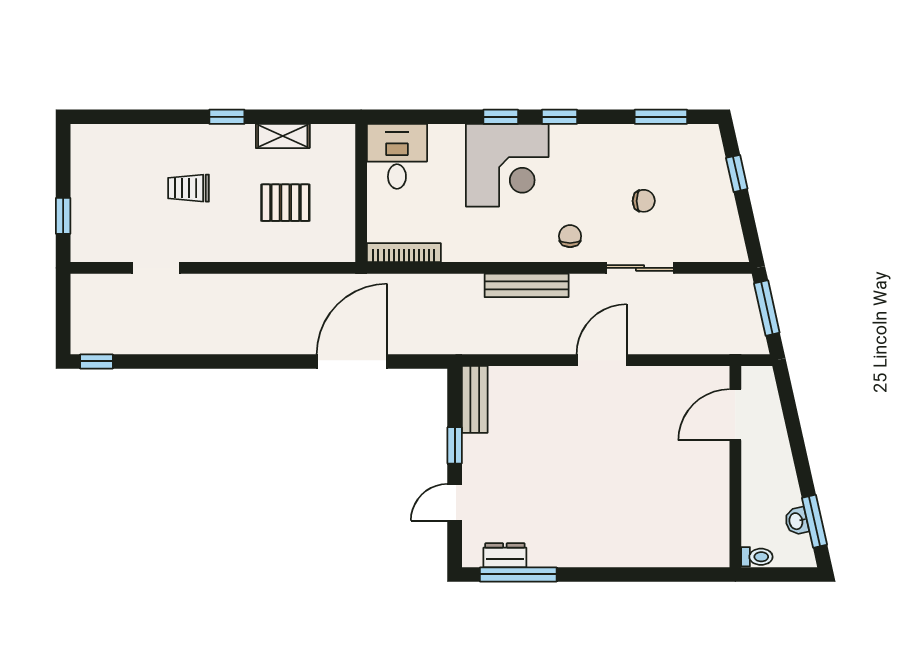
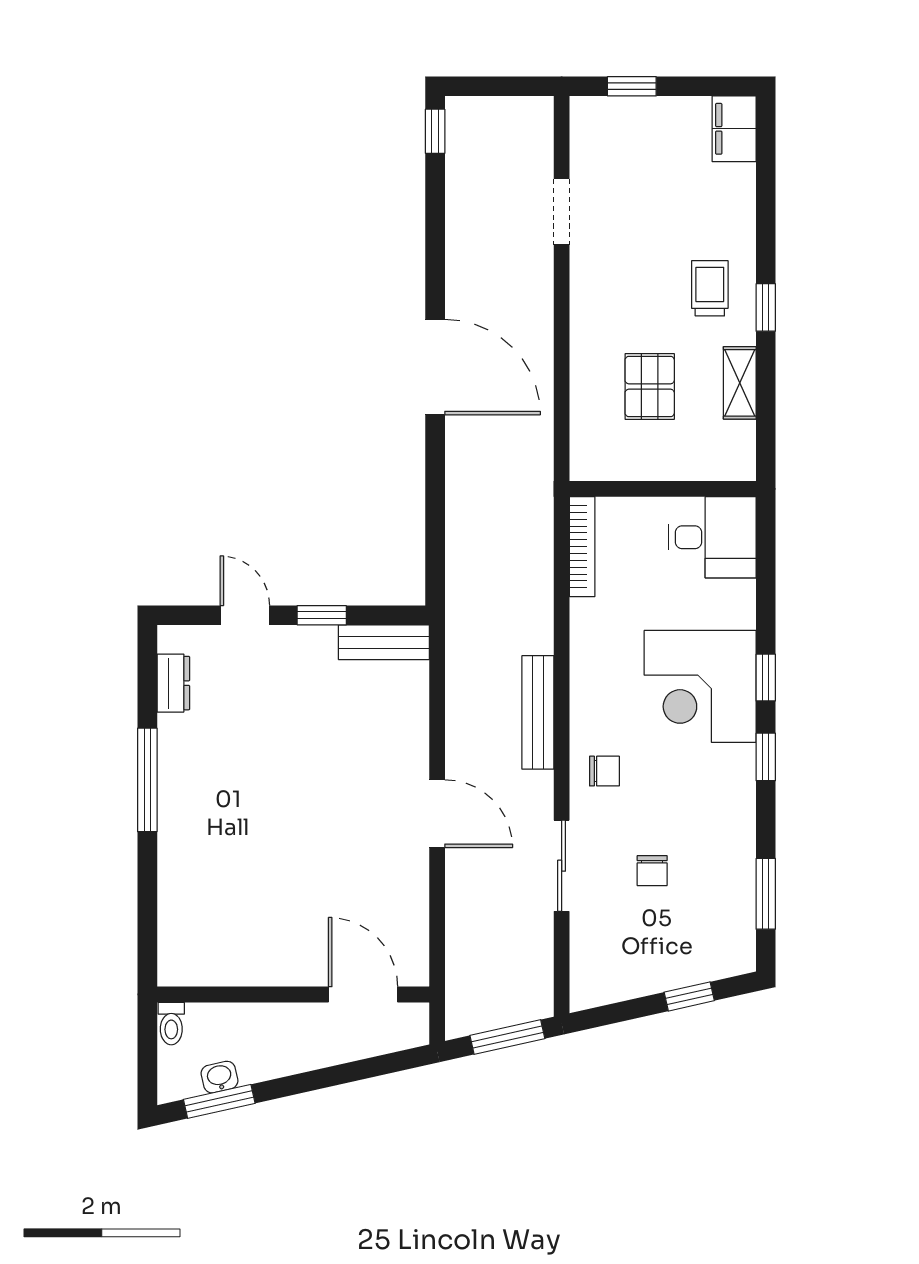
filing cabinet: (95, 140) -> (734, 129), added
trolley: (188, 188) -> (710, 288), moved
door: (352, 361) -> (435, 367), moved
window: (518, 574) -> (147, 780), moved

